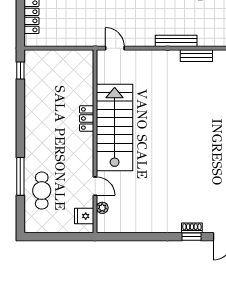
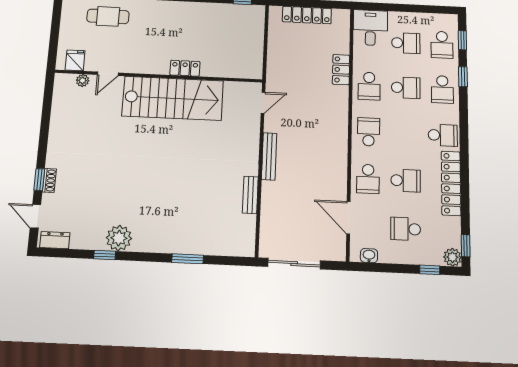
bench: (176, 41) -> (269, 156), moved

